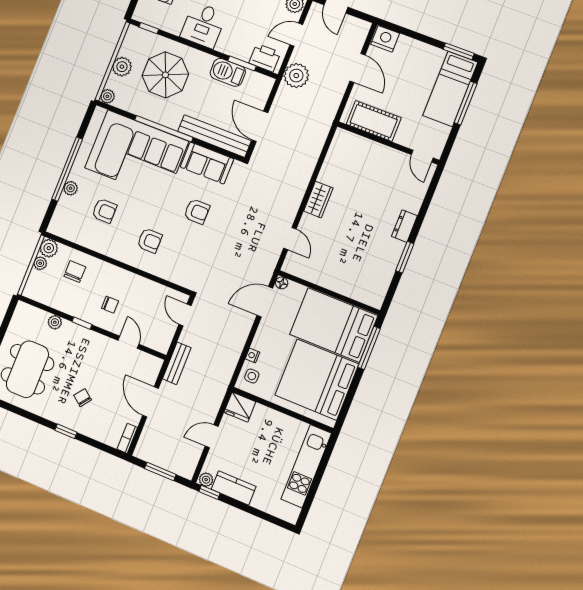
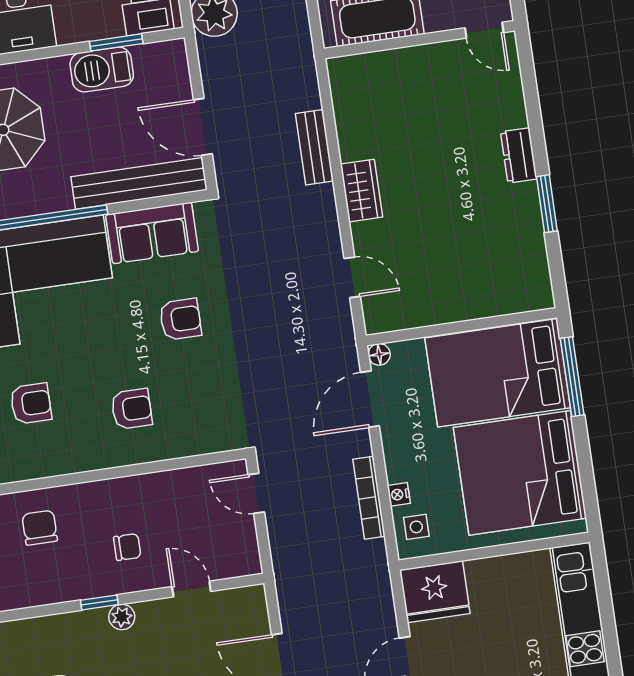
plant: (55, 322) -> (122, 617), moved
bookcase: (237, 349) -> (369, 498), added
bench: (177, 363) -> (314, 147), moved
fridge: (240, 407) -> (435, 592), width x1.36, depth x1.34

